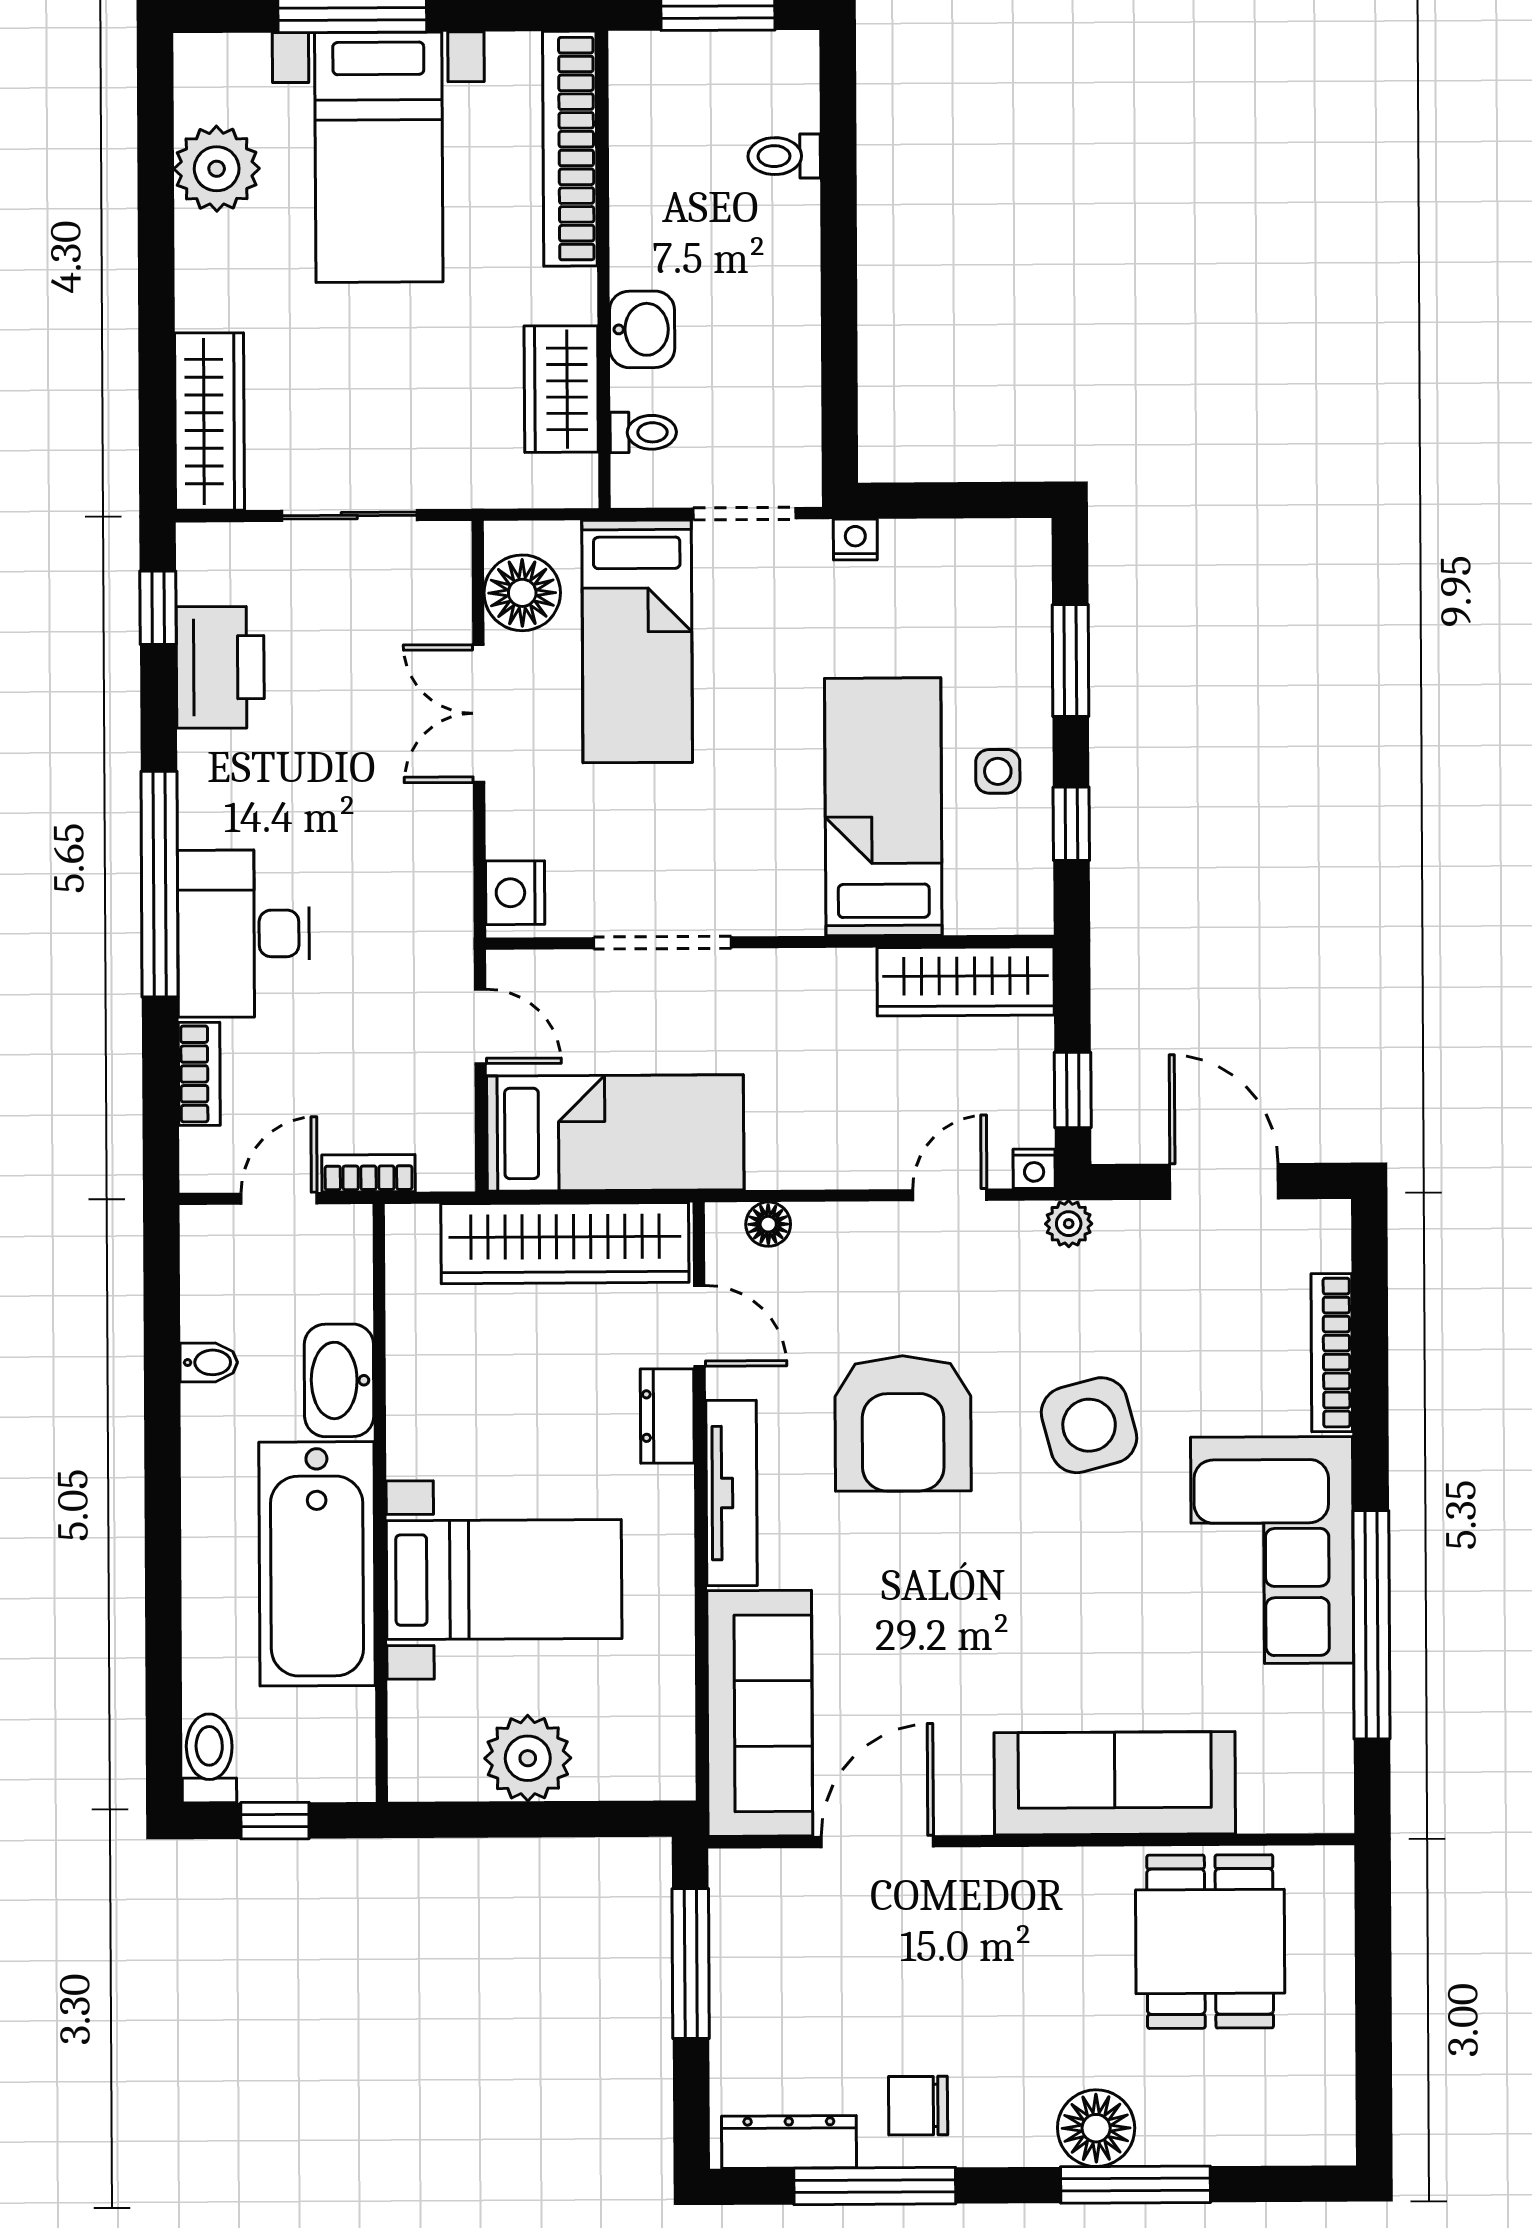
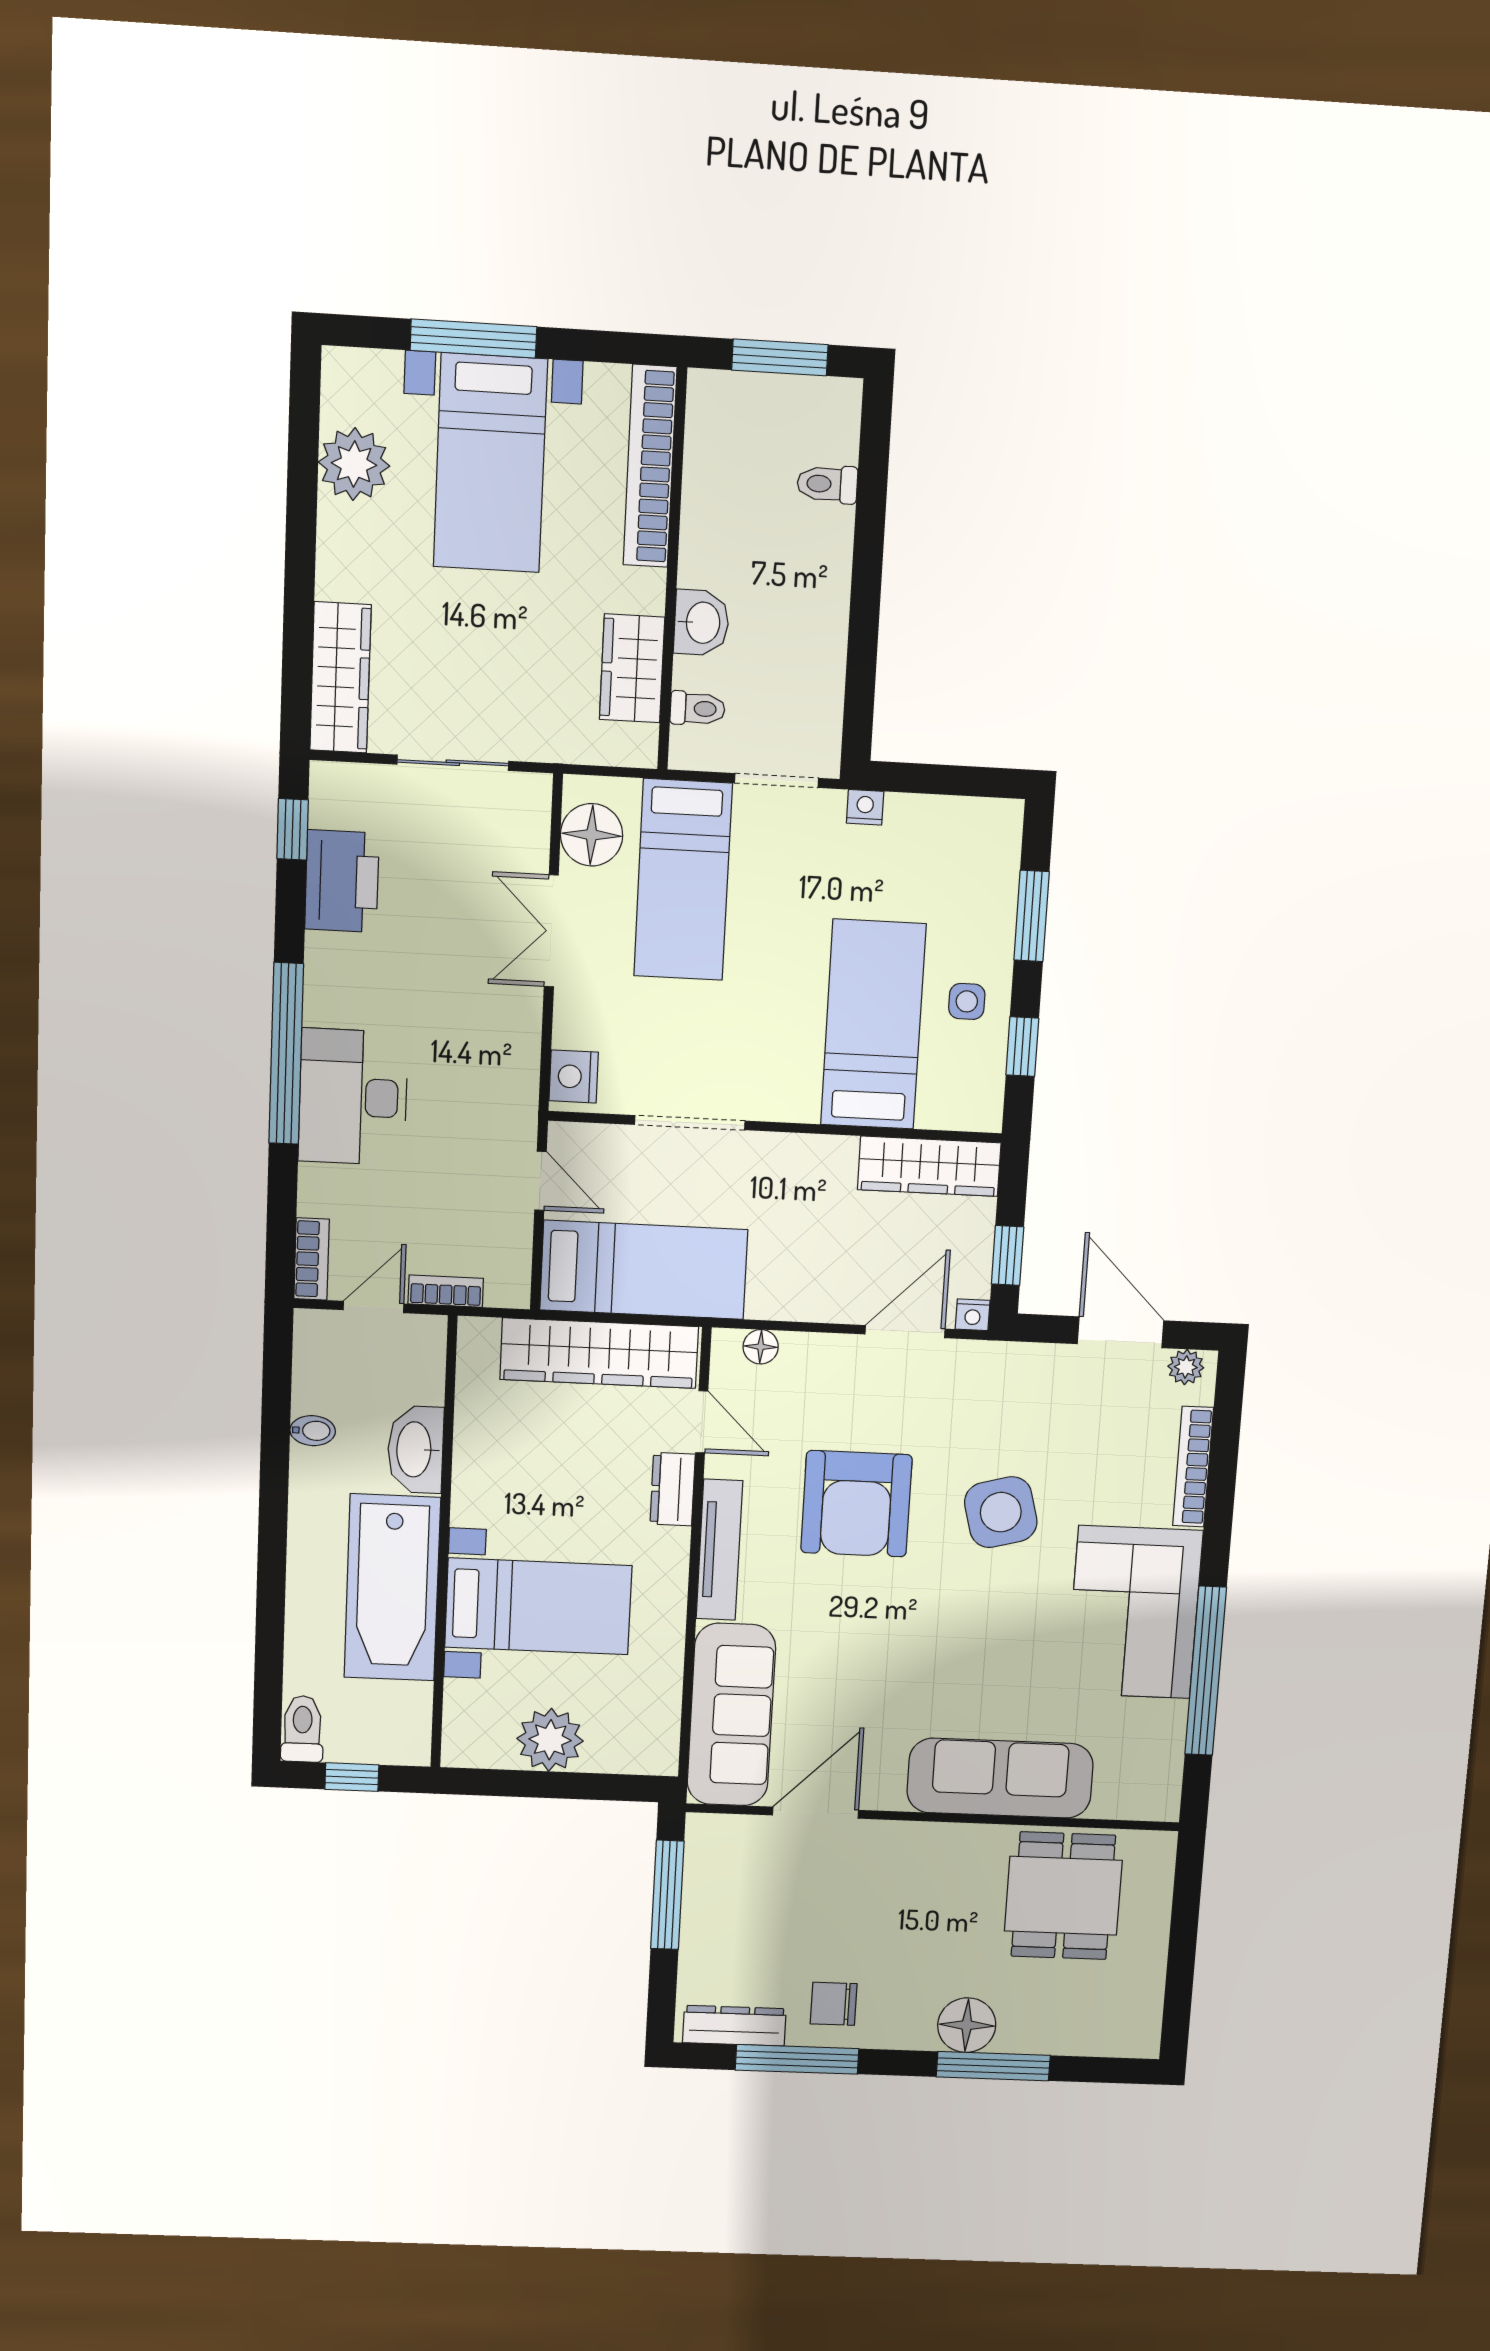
bookcase: (199, 1074) -> (312, 1259), moved
door: (950, 1195) -> (905, 1332), width x1.38
plant: (1069, 1224) -> (1186, 1367), moved

